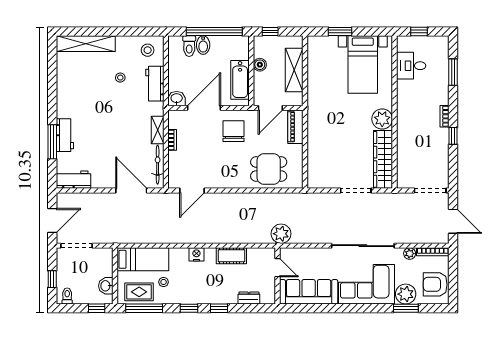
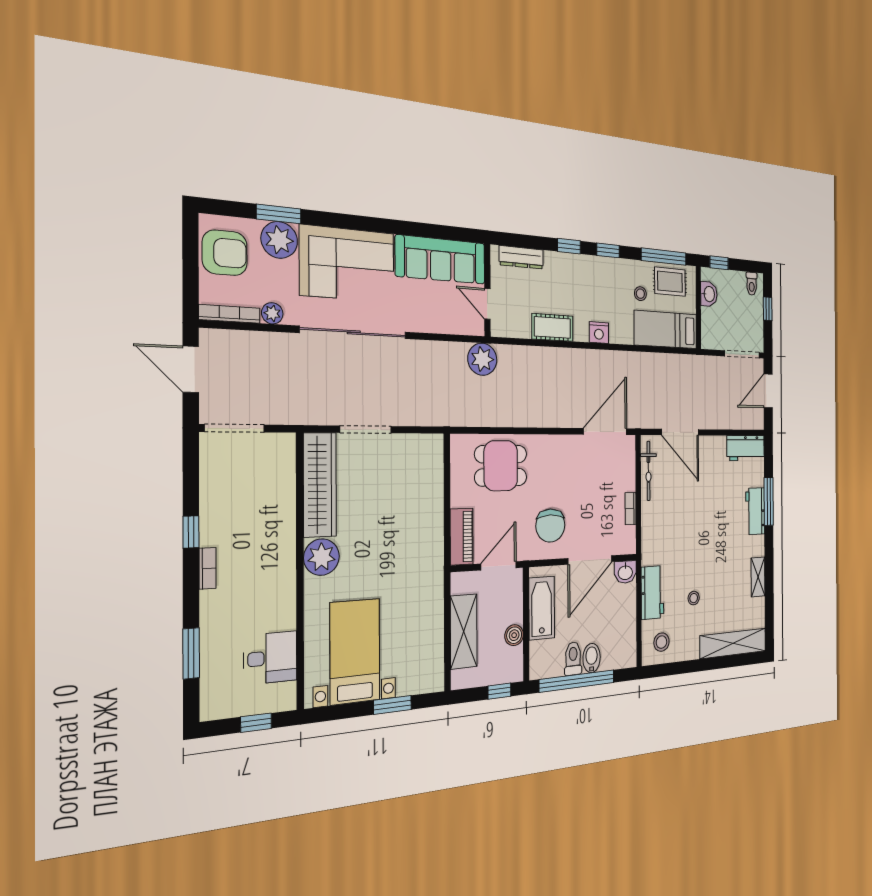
toilet: (189, 46) -> (573, 659), moved
shelving: (158, 130) -> (758, 577), moved
door: (192, 191) -> (605, 431), width x1.36
dresser: (249, 298) -> (521, 257), width x1.44

